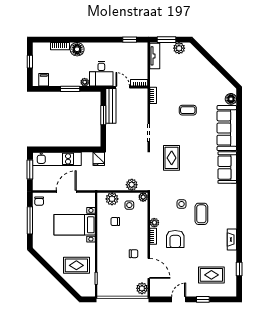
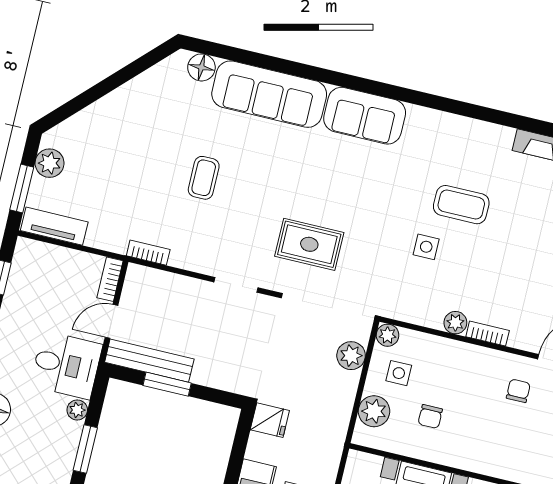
armchair: (175, 239) -> (507, 282), removed

